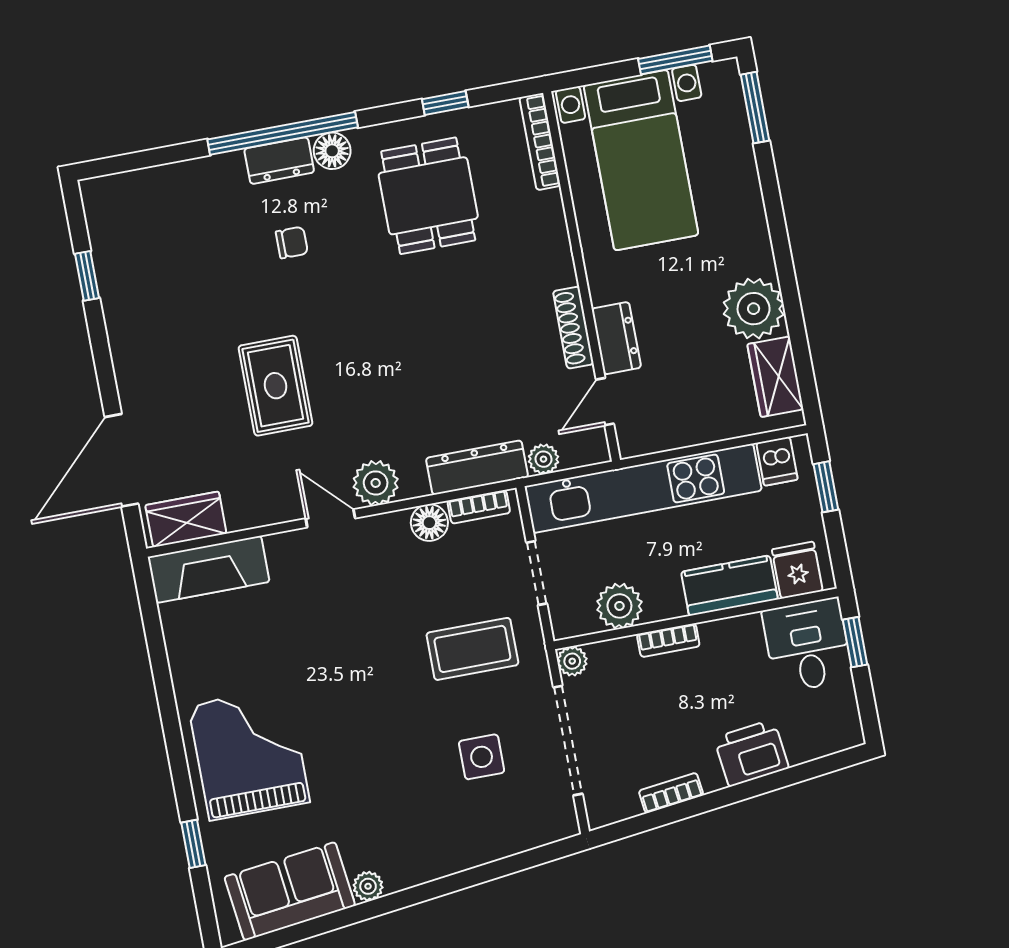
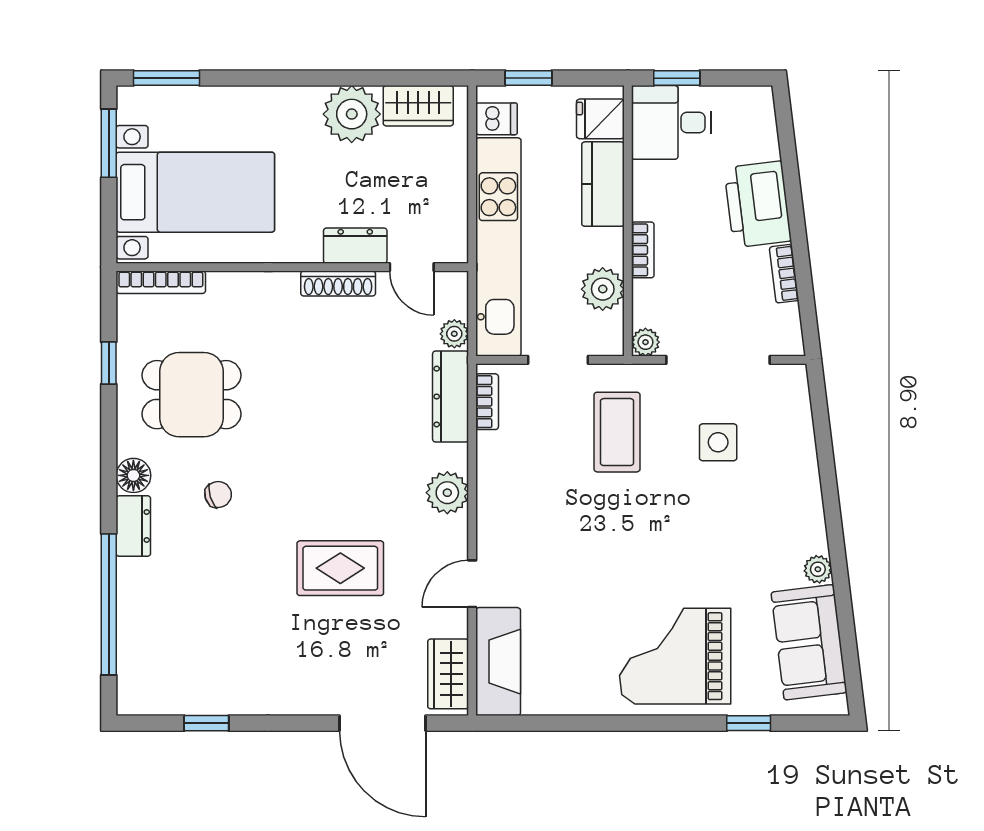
window: (283, 133) -> (109, 604), moved
chair: (292, 243) -> (218, 494), moved, turned 72
door: (330, 518) -> (472, 584), moved
floor lamp: (429, 523) -> (493, 450), removed
printer: (751, 753) -> (758, 204), width x1.37, depth x1.19

